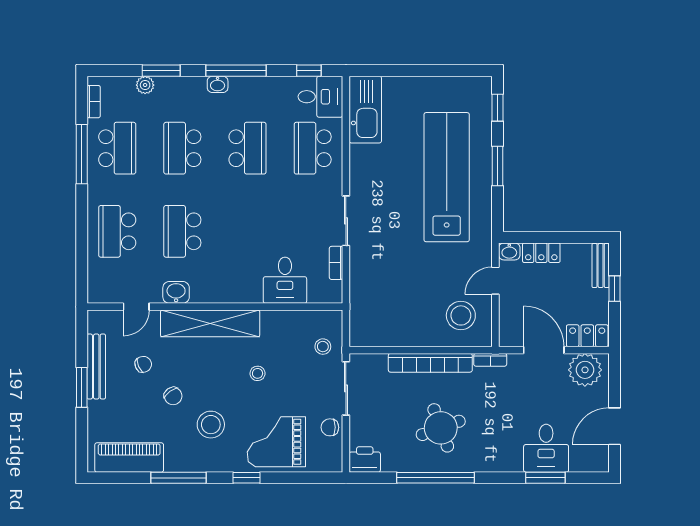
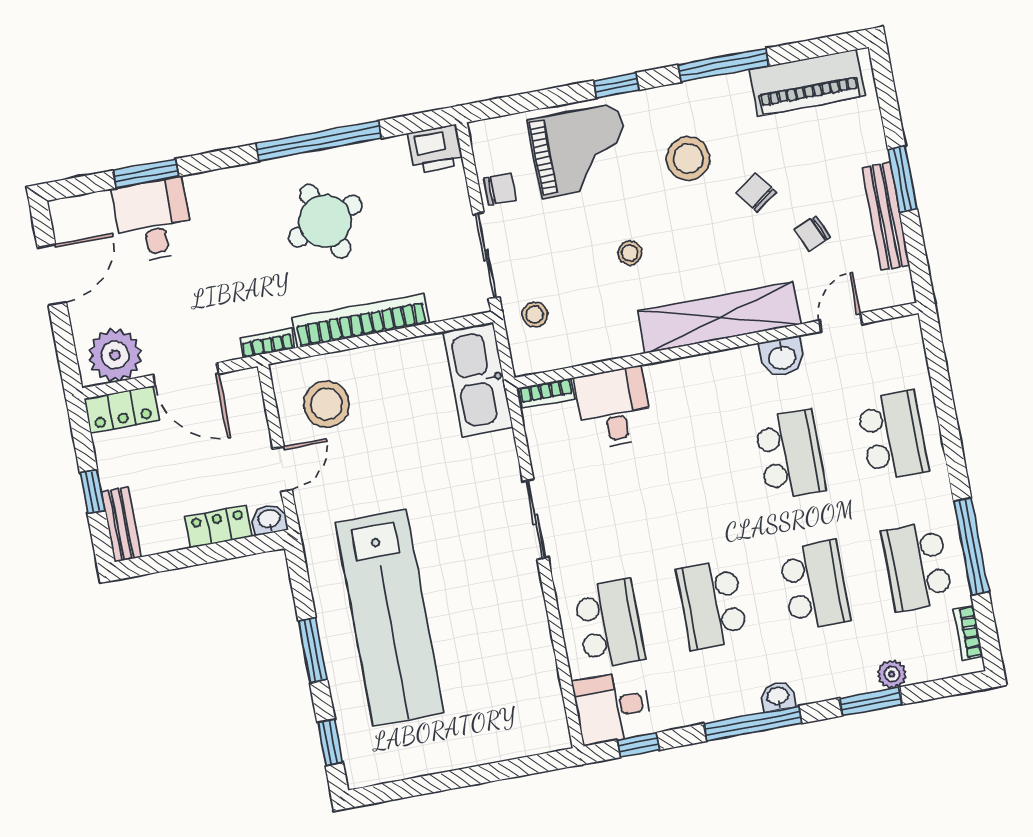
kitchen sink: (365, 110) -> (478, 379), moved
bookcase: (336, 263) -> (546, 393), moved, turned 90

